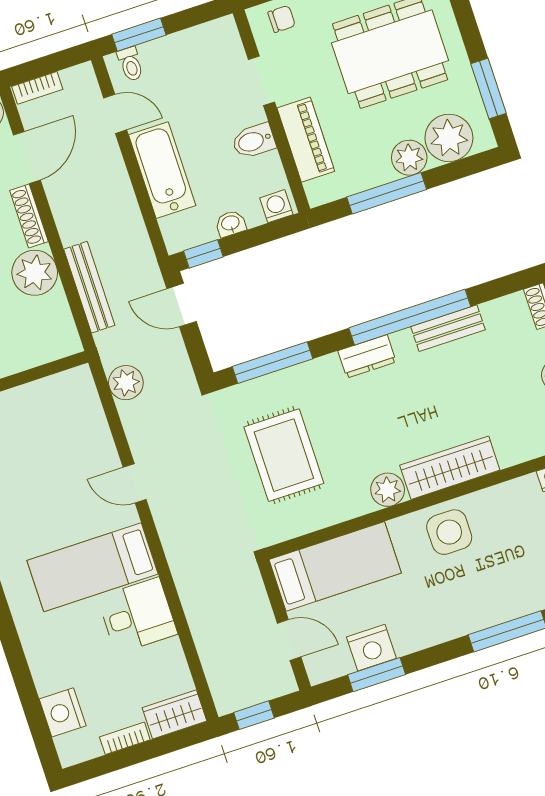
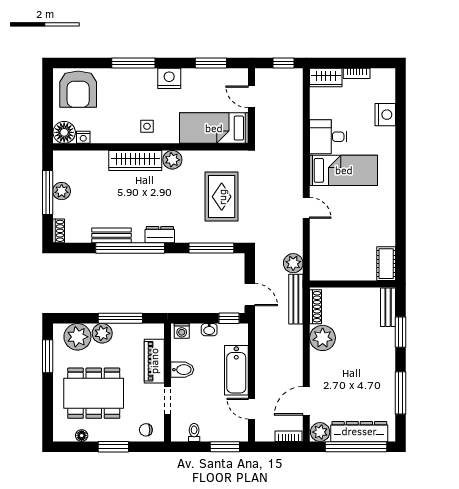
toilet: (130, 64) -> (194, 432), moved
shoe rack: (29, 216) -> (316, 307), moved
bench: (89, 287) -> (296, 299), moved
side table: (449, 532) -> (147, 126), width x0.54, depth x0.54
nightstand: (371, 648) -> (169, 78), moved
nightstand: (63, 712) -> (385, 115), moved

